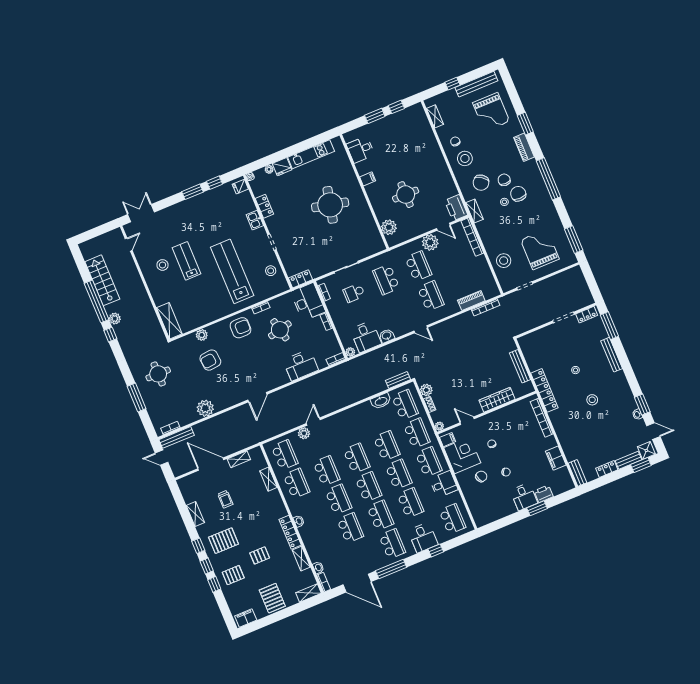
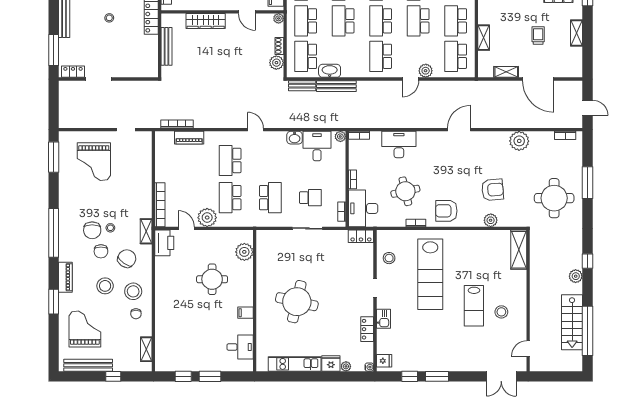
stool: (504, 261) -> (105, 286), moved
window: (97, 301) -> (587, 331), moved
round table: (158, 374) -> (554, 198), width x1.36, depth x1.36
school desk: (345, 430) -> (381, 56), added
bench: (177, 437) -> (336, 86), moved

